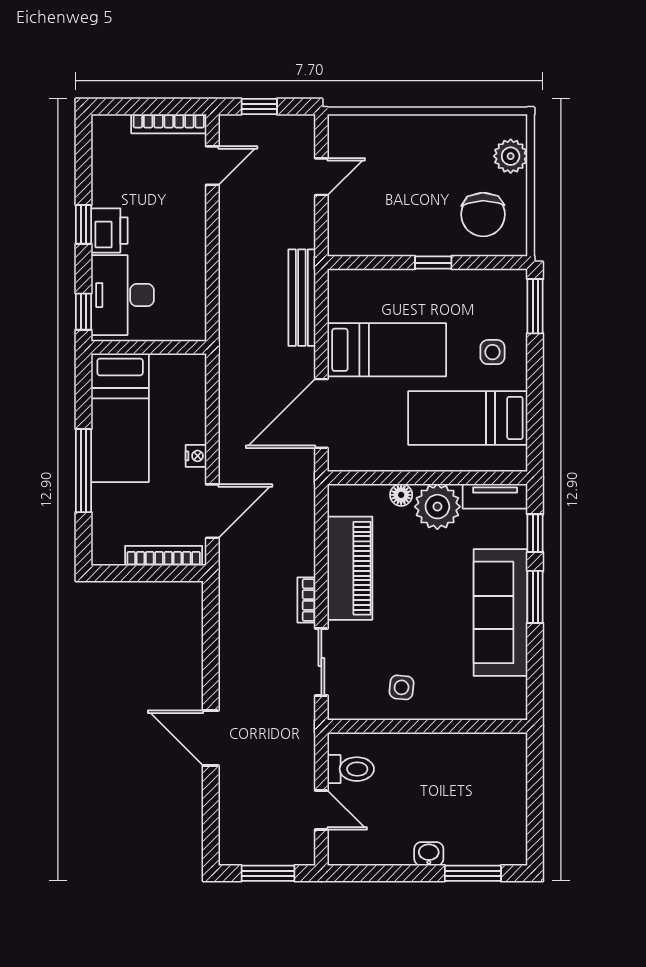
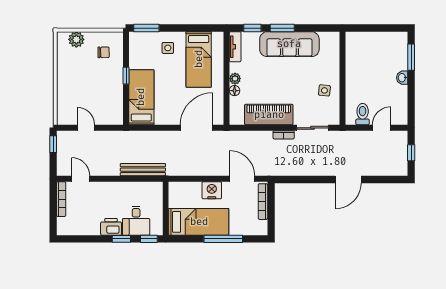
window: (259, 106) -> (53, 144), moved
chair: (483, 215) -> (104, 52), width x0.54, depth x0.54
window: (84, 224) -> (121, 239), moved
desk: (123, 295) -> (136, 221), width x0.73
bench: (302, 298) -> (143, 170), moved
bed: (387, 350) -> (141, 97), moved
door: (321, 413) -> (196, 128), swing flipped
nightstand: (196, 456) -> (212, 190), width x1.89, depth x1.79
plant: (437, 507) -> (235, 79), width x0.53, depth x0.53
window: (268, 873) -> (411, 153), width x0.67

